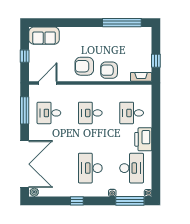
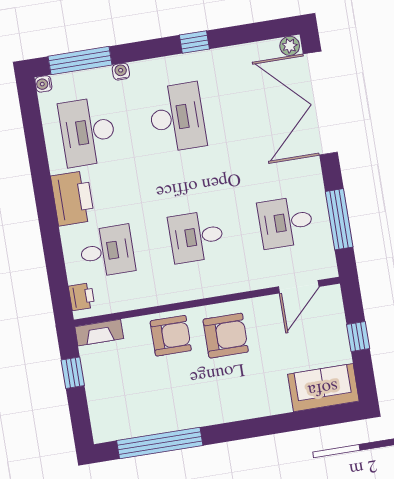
printer: (146, 94) -> (82, 297), added
desk: (49, 113) -> (286, 222), turned 180
desk: (90, 113) -> (196, 237), turned 180

